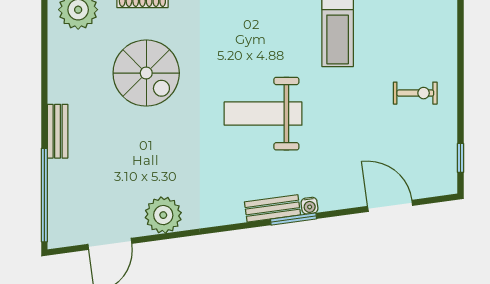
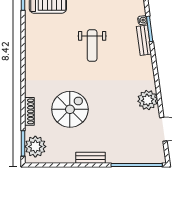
weight bench: (263, 114) -> (92, 46), width x0.73, depth x0.75
bench: (58, 131) -> (90, 158), moved

